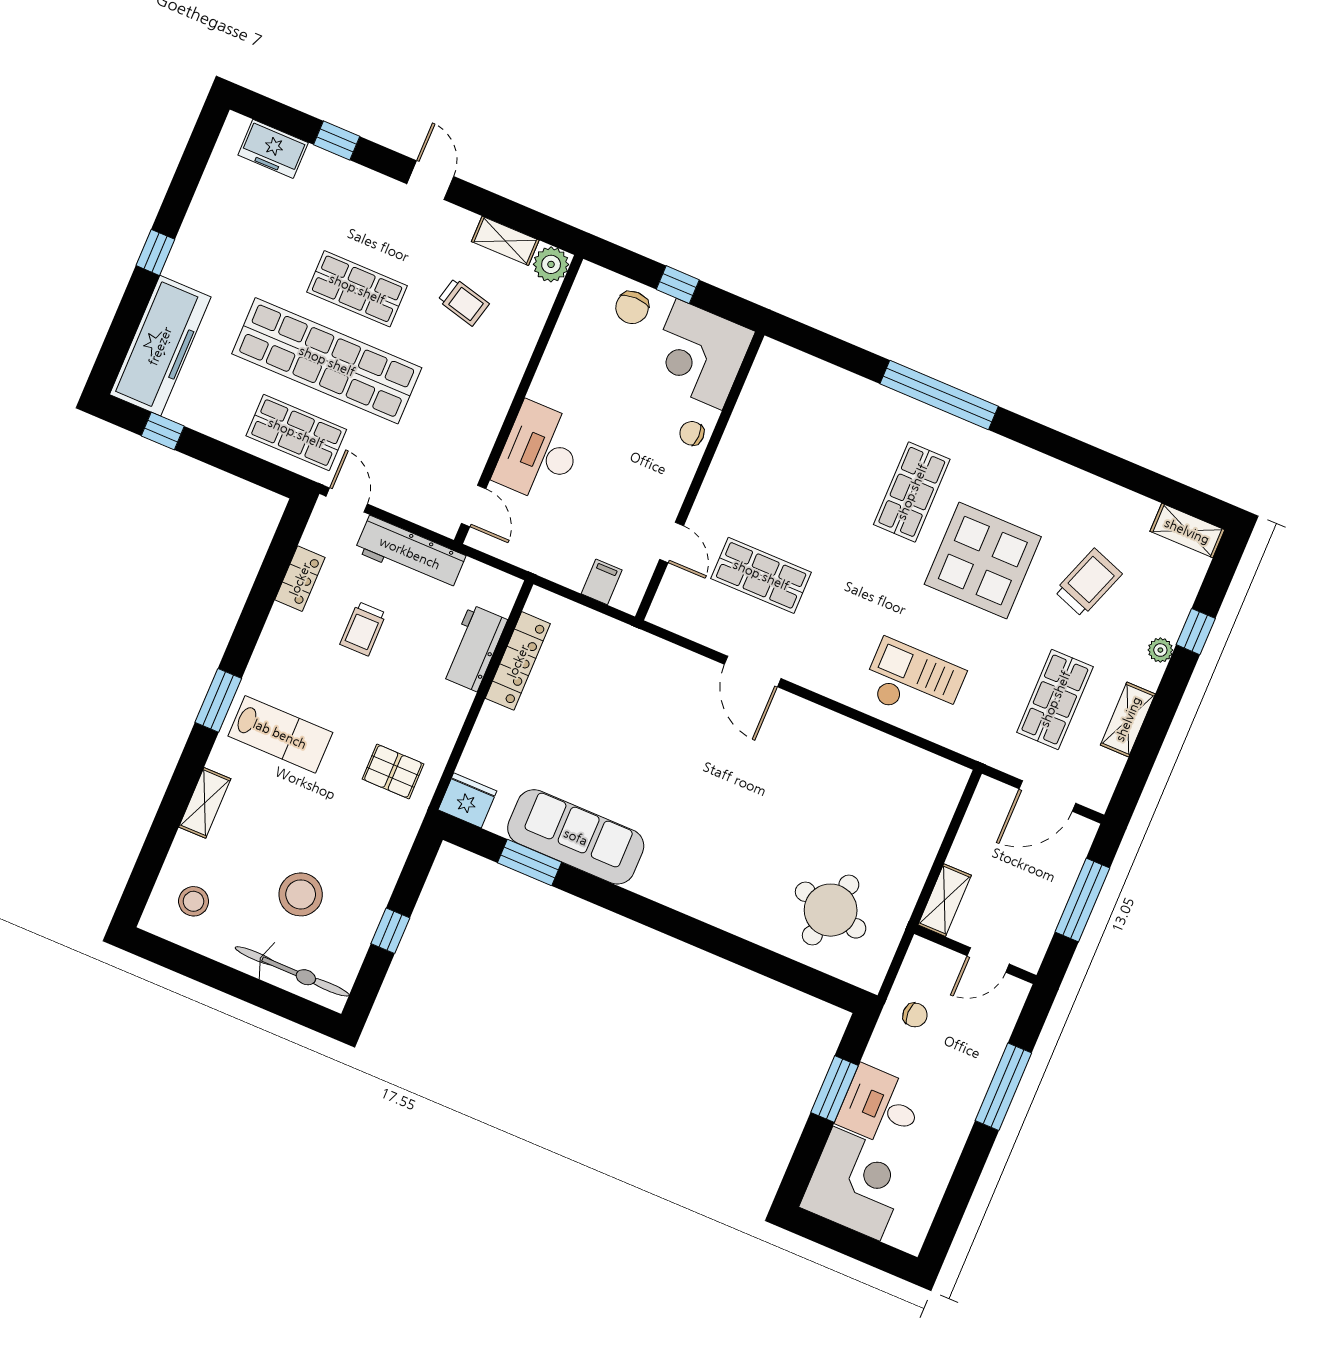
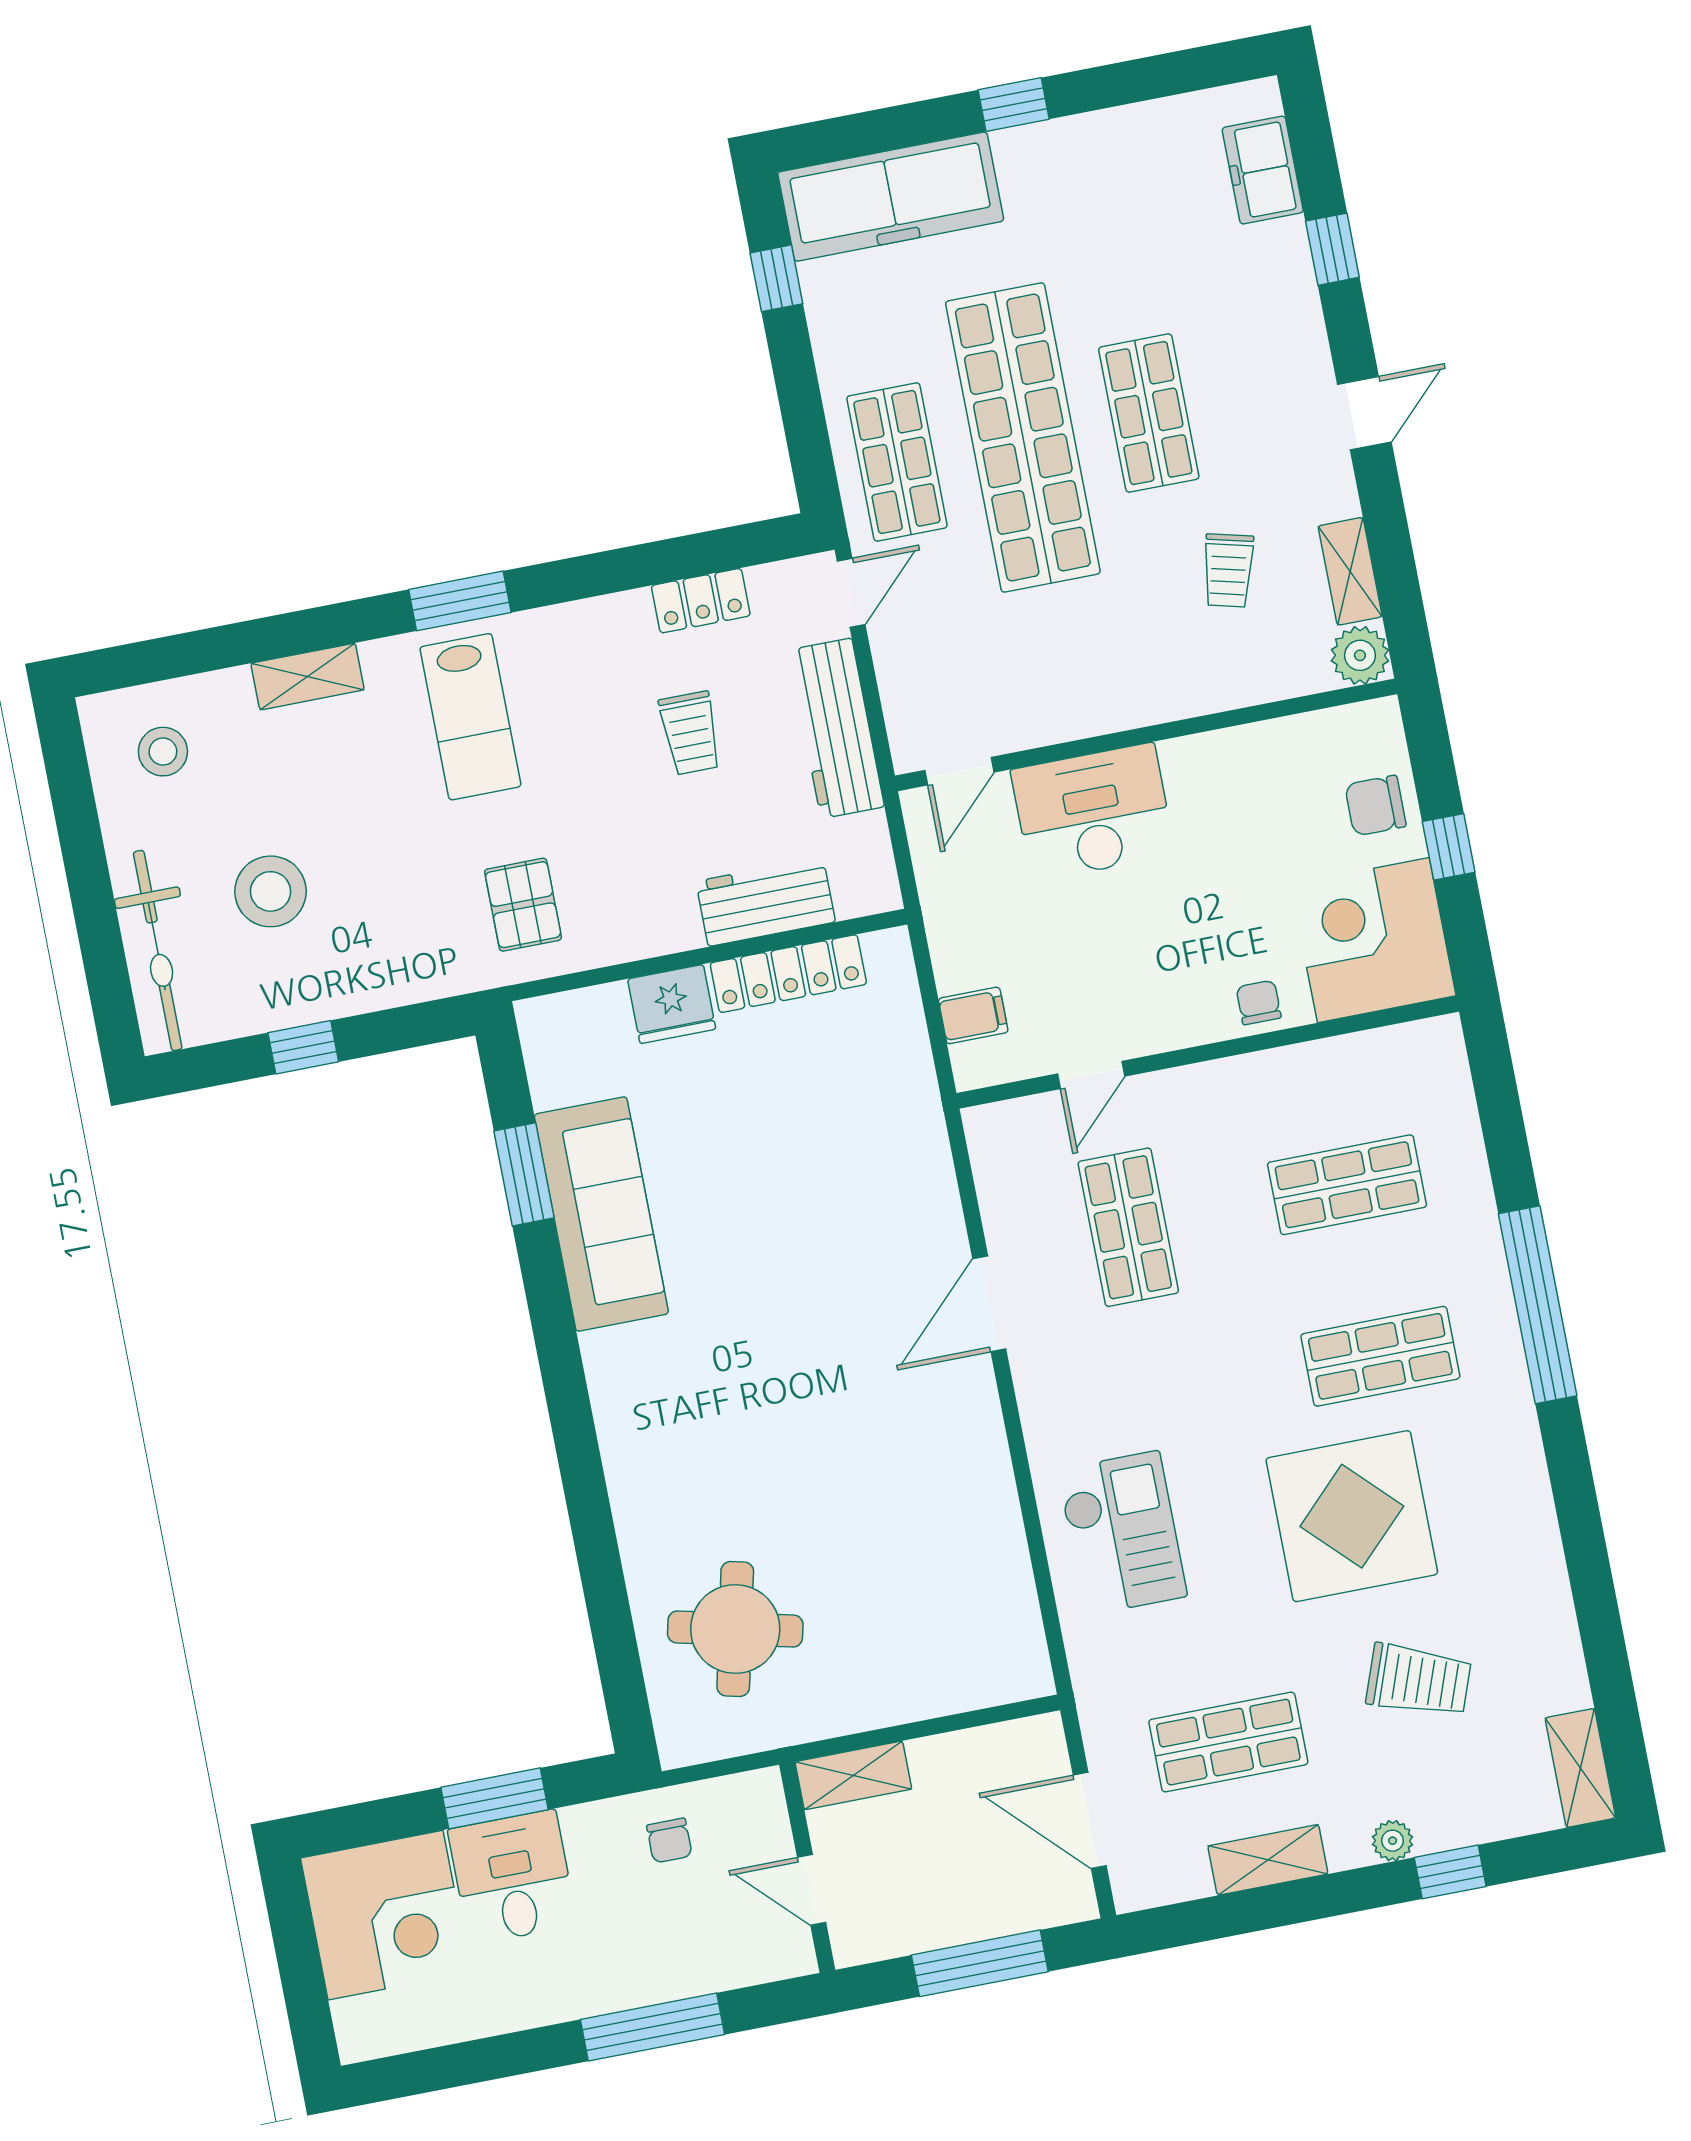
shop shelf: (814, 451) -> (1347, 1185), added
trolley: (363, 629) -> (690, 733), turned -90
fridge: (467, 800) -> (672, 1004), moved, turned 90

